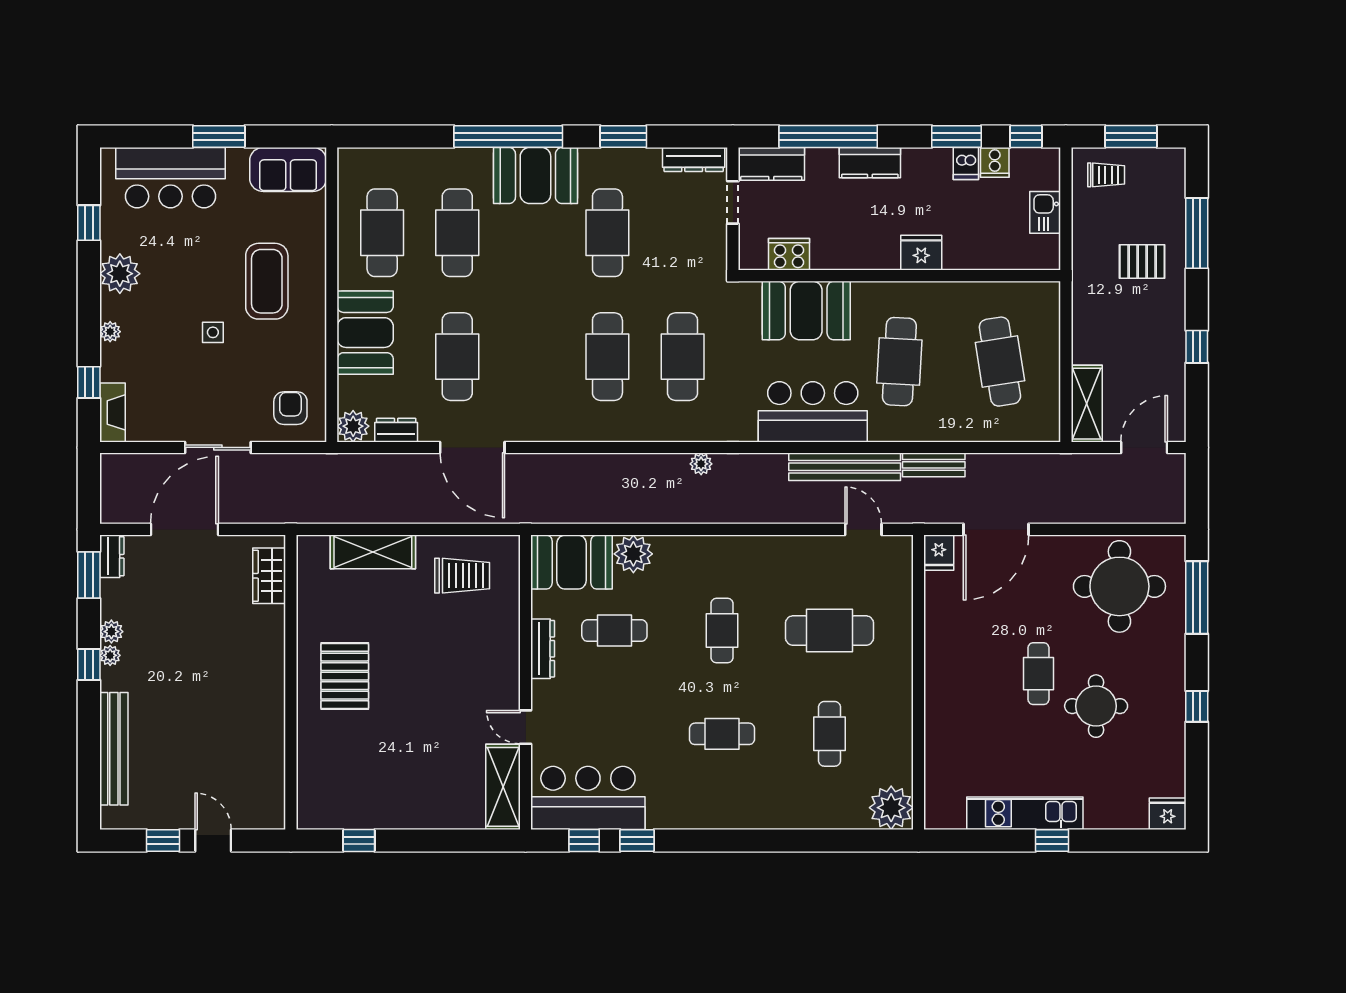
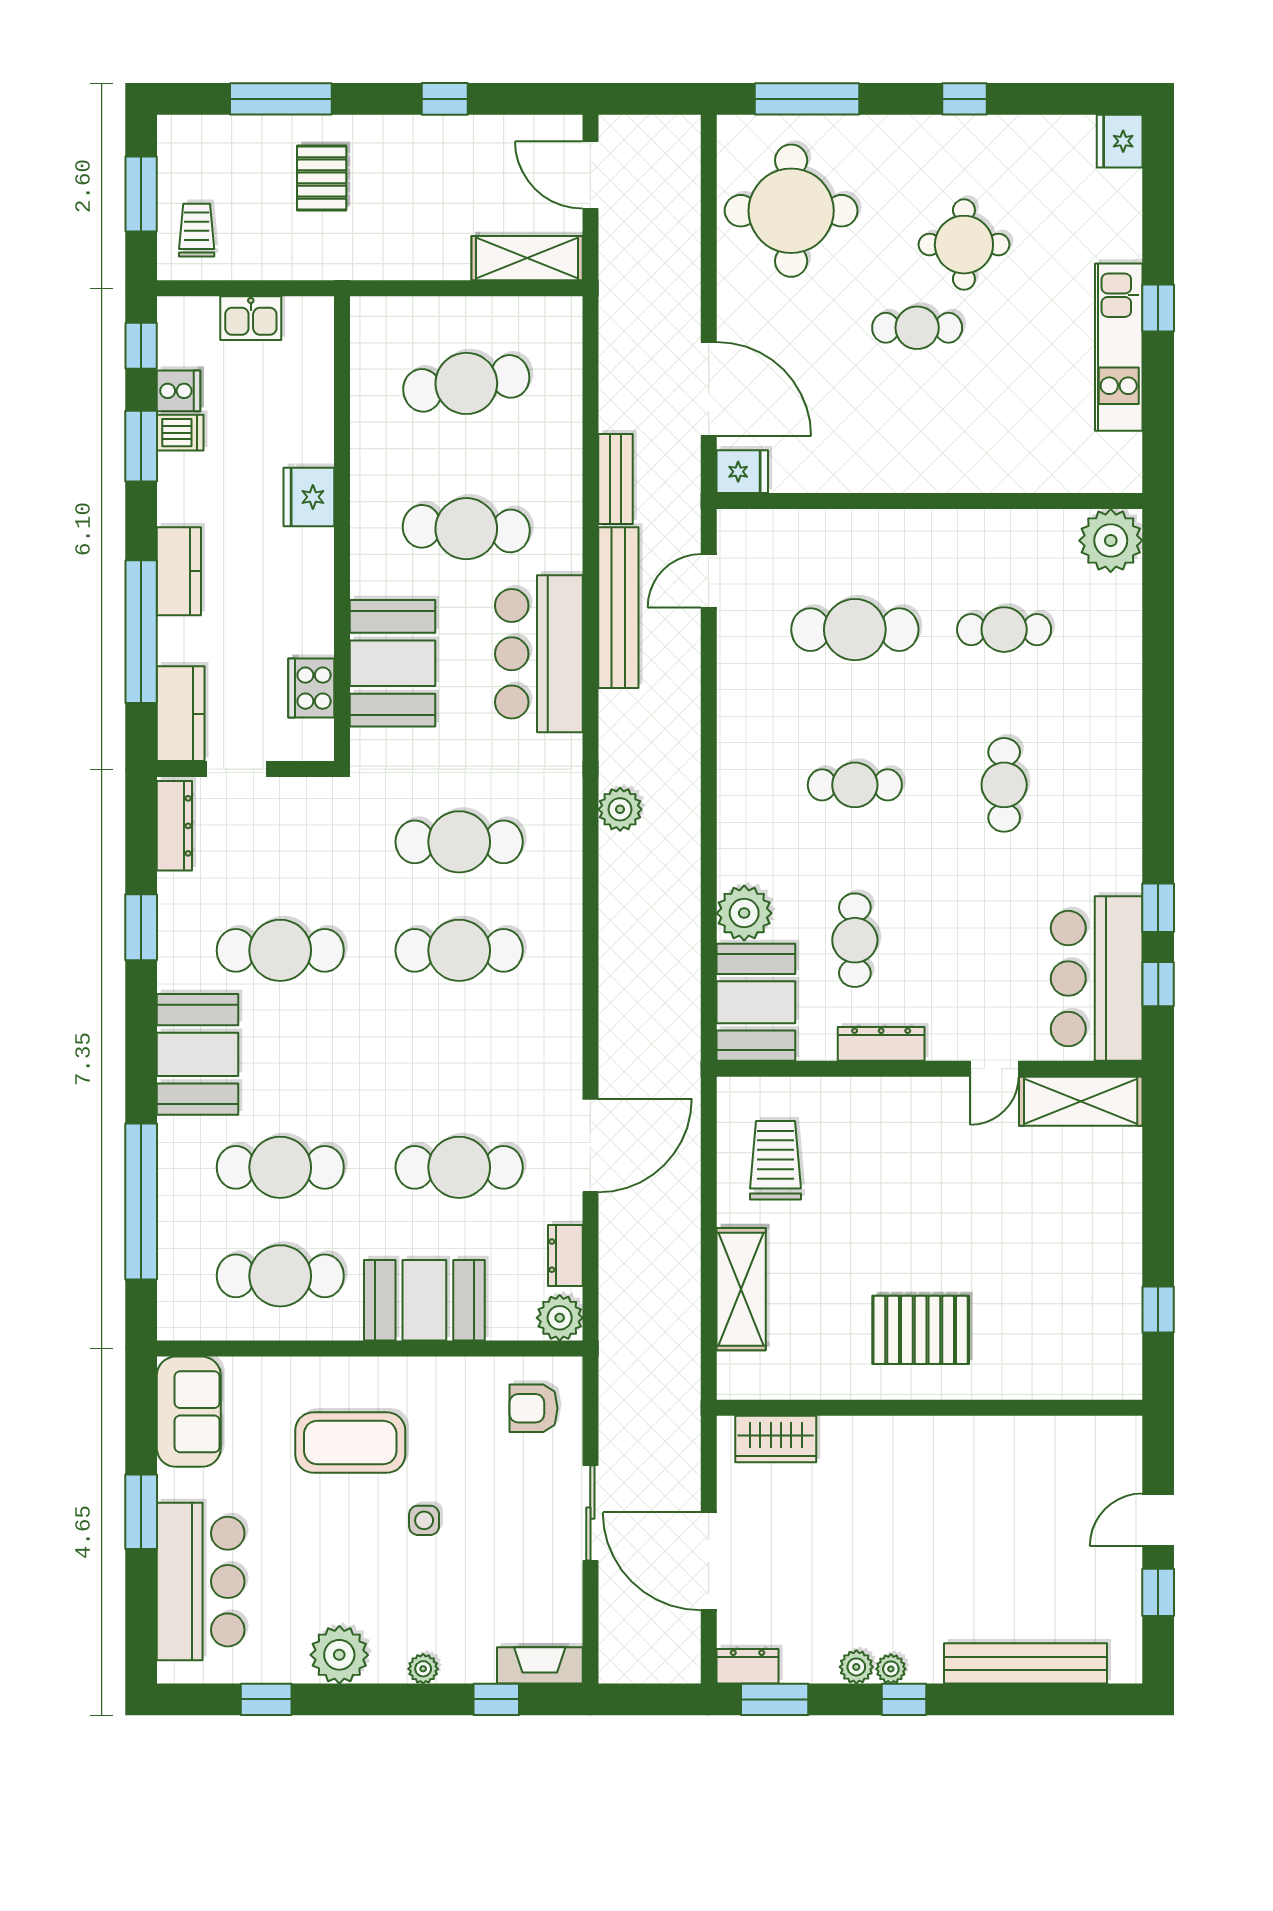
window: (508, 136) -> (141, 1201), moved
plant: (701, 464) -> (620, 809), width x1.38, depth x1.38
cafe table: (830, 631) -> (855, 630), turned 90

